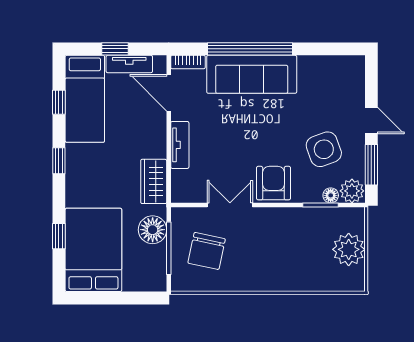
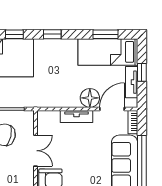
window: (59, 102) -> (106, 34), width x1.50
window: (59, 161) -> (52, 34), moved
wardrobe: (154, 181) -> (52, 99), removed
floor lamp: (153, 230) -> (90, 98), moved

